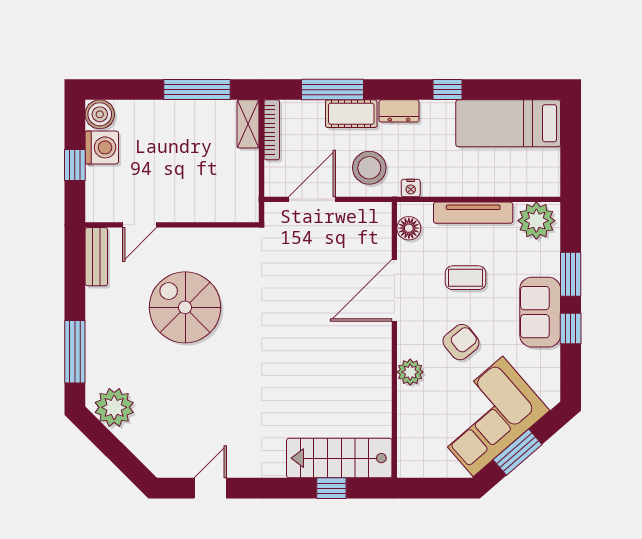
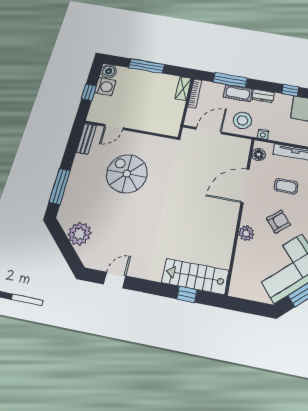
window: (197, 90) -> (146, 66), moved
plant: (114, 407) -> (79, 234), moved

